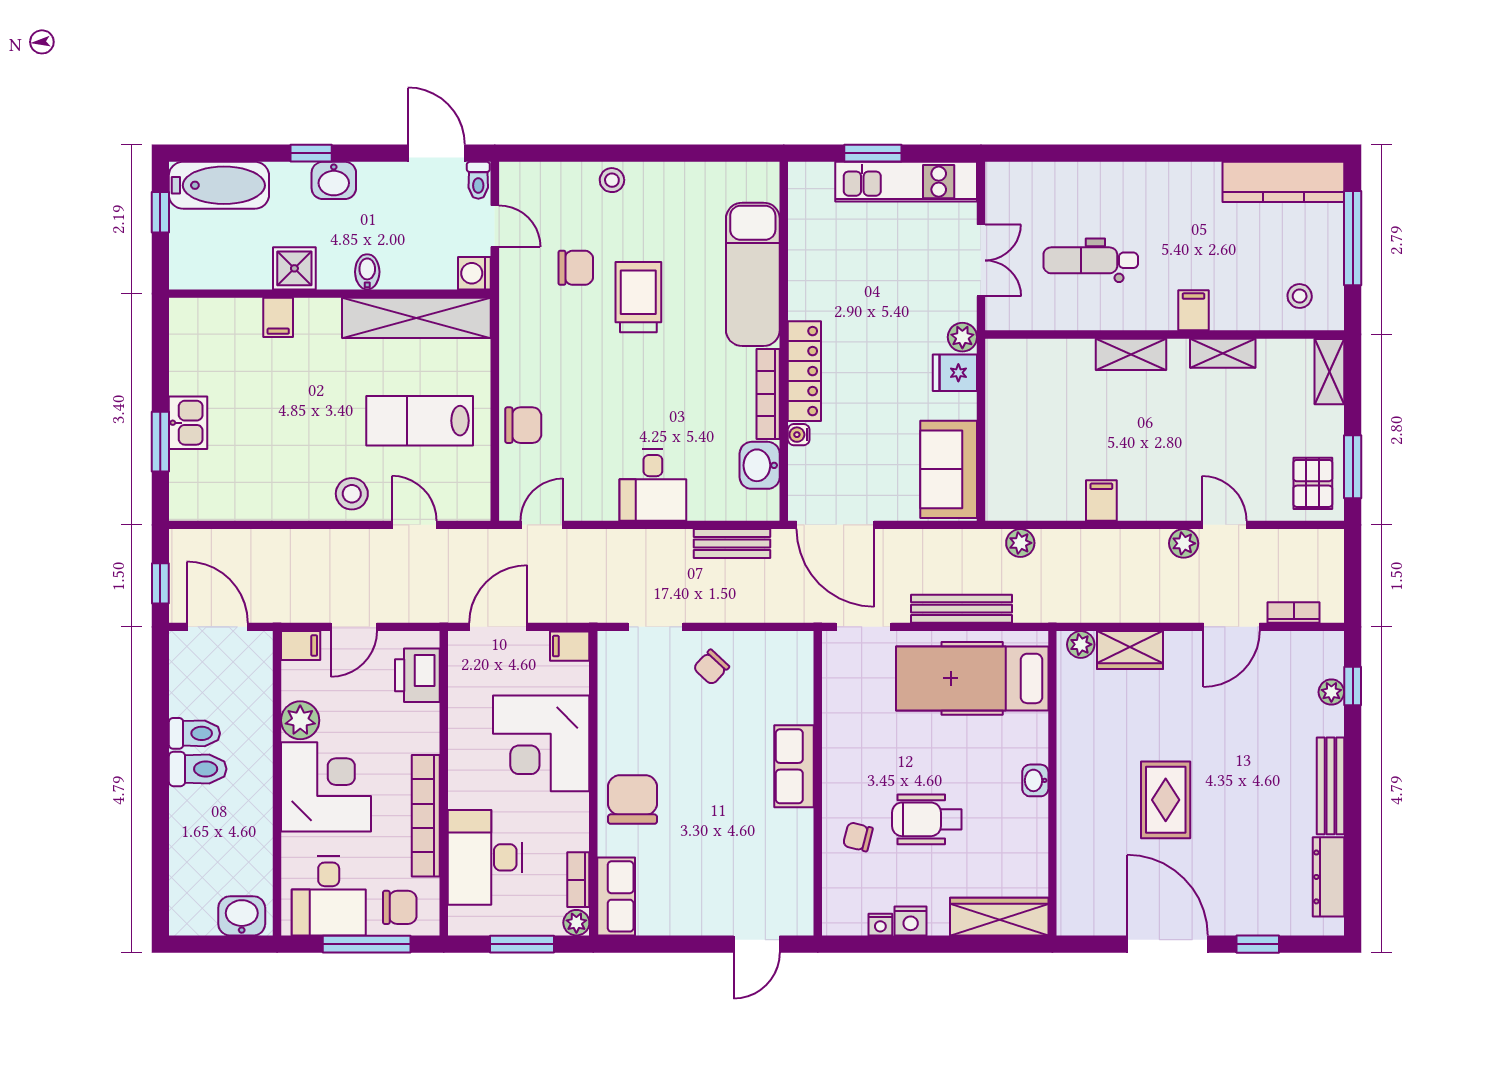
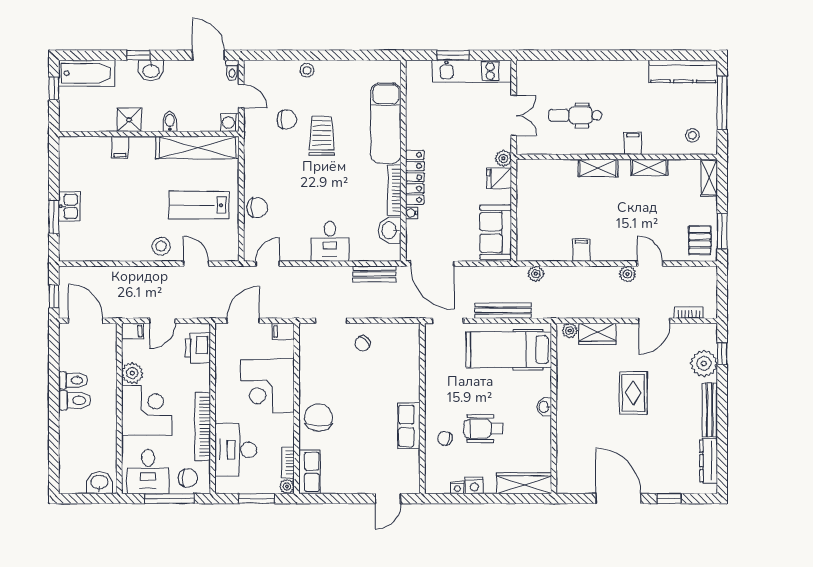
plant: (1331, 692) -> (704, 363), width x1.87, depth x1.87
row of seats: (794, 766) -> (409, 426), moved
rug: (1166, 800) -> (633, 393), moved

